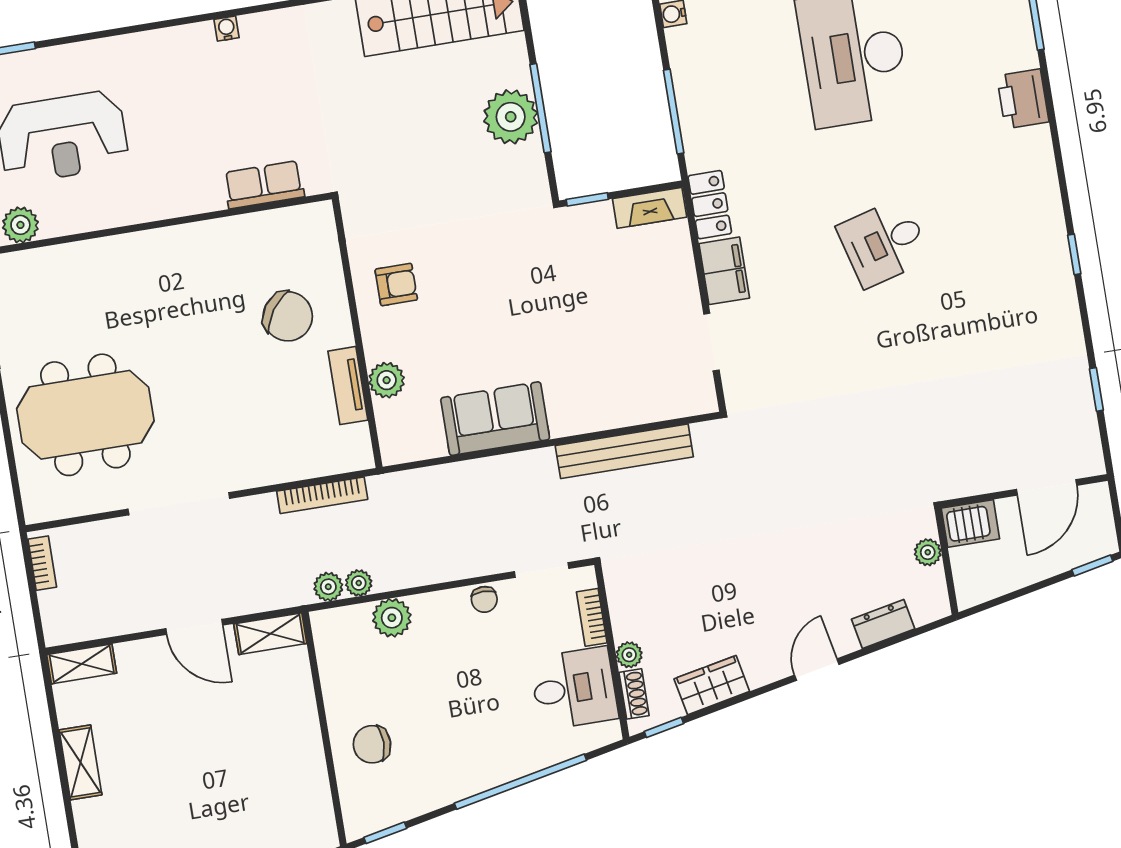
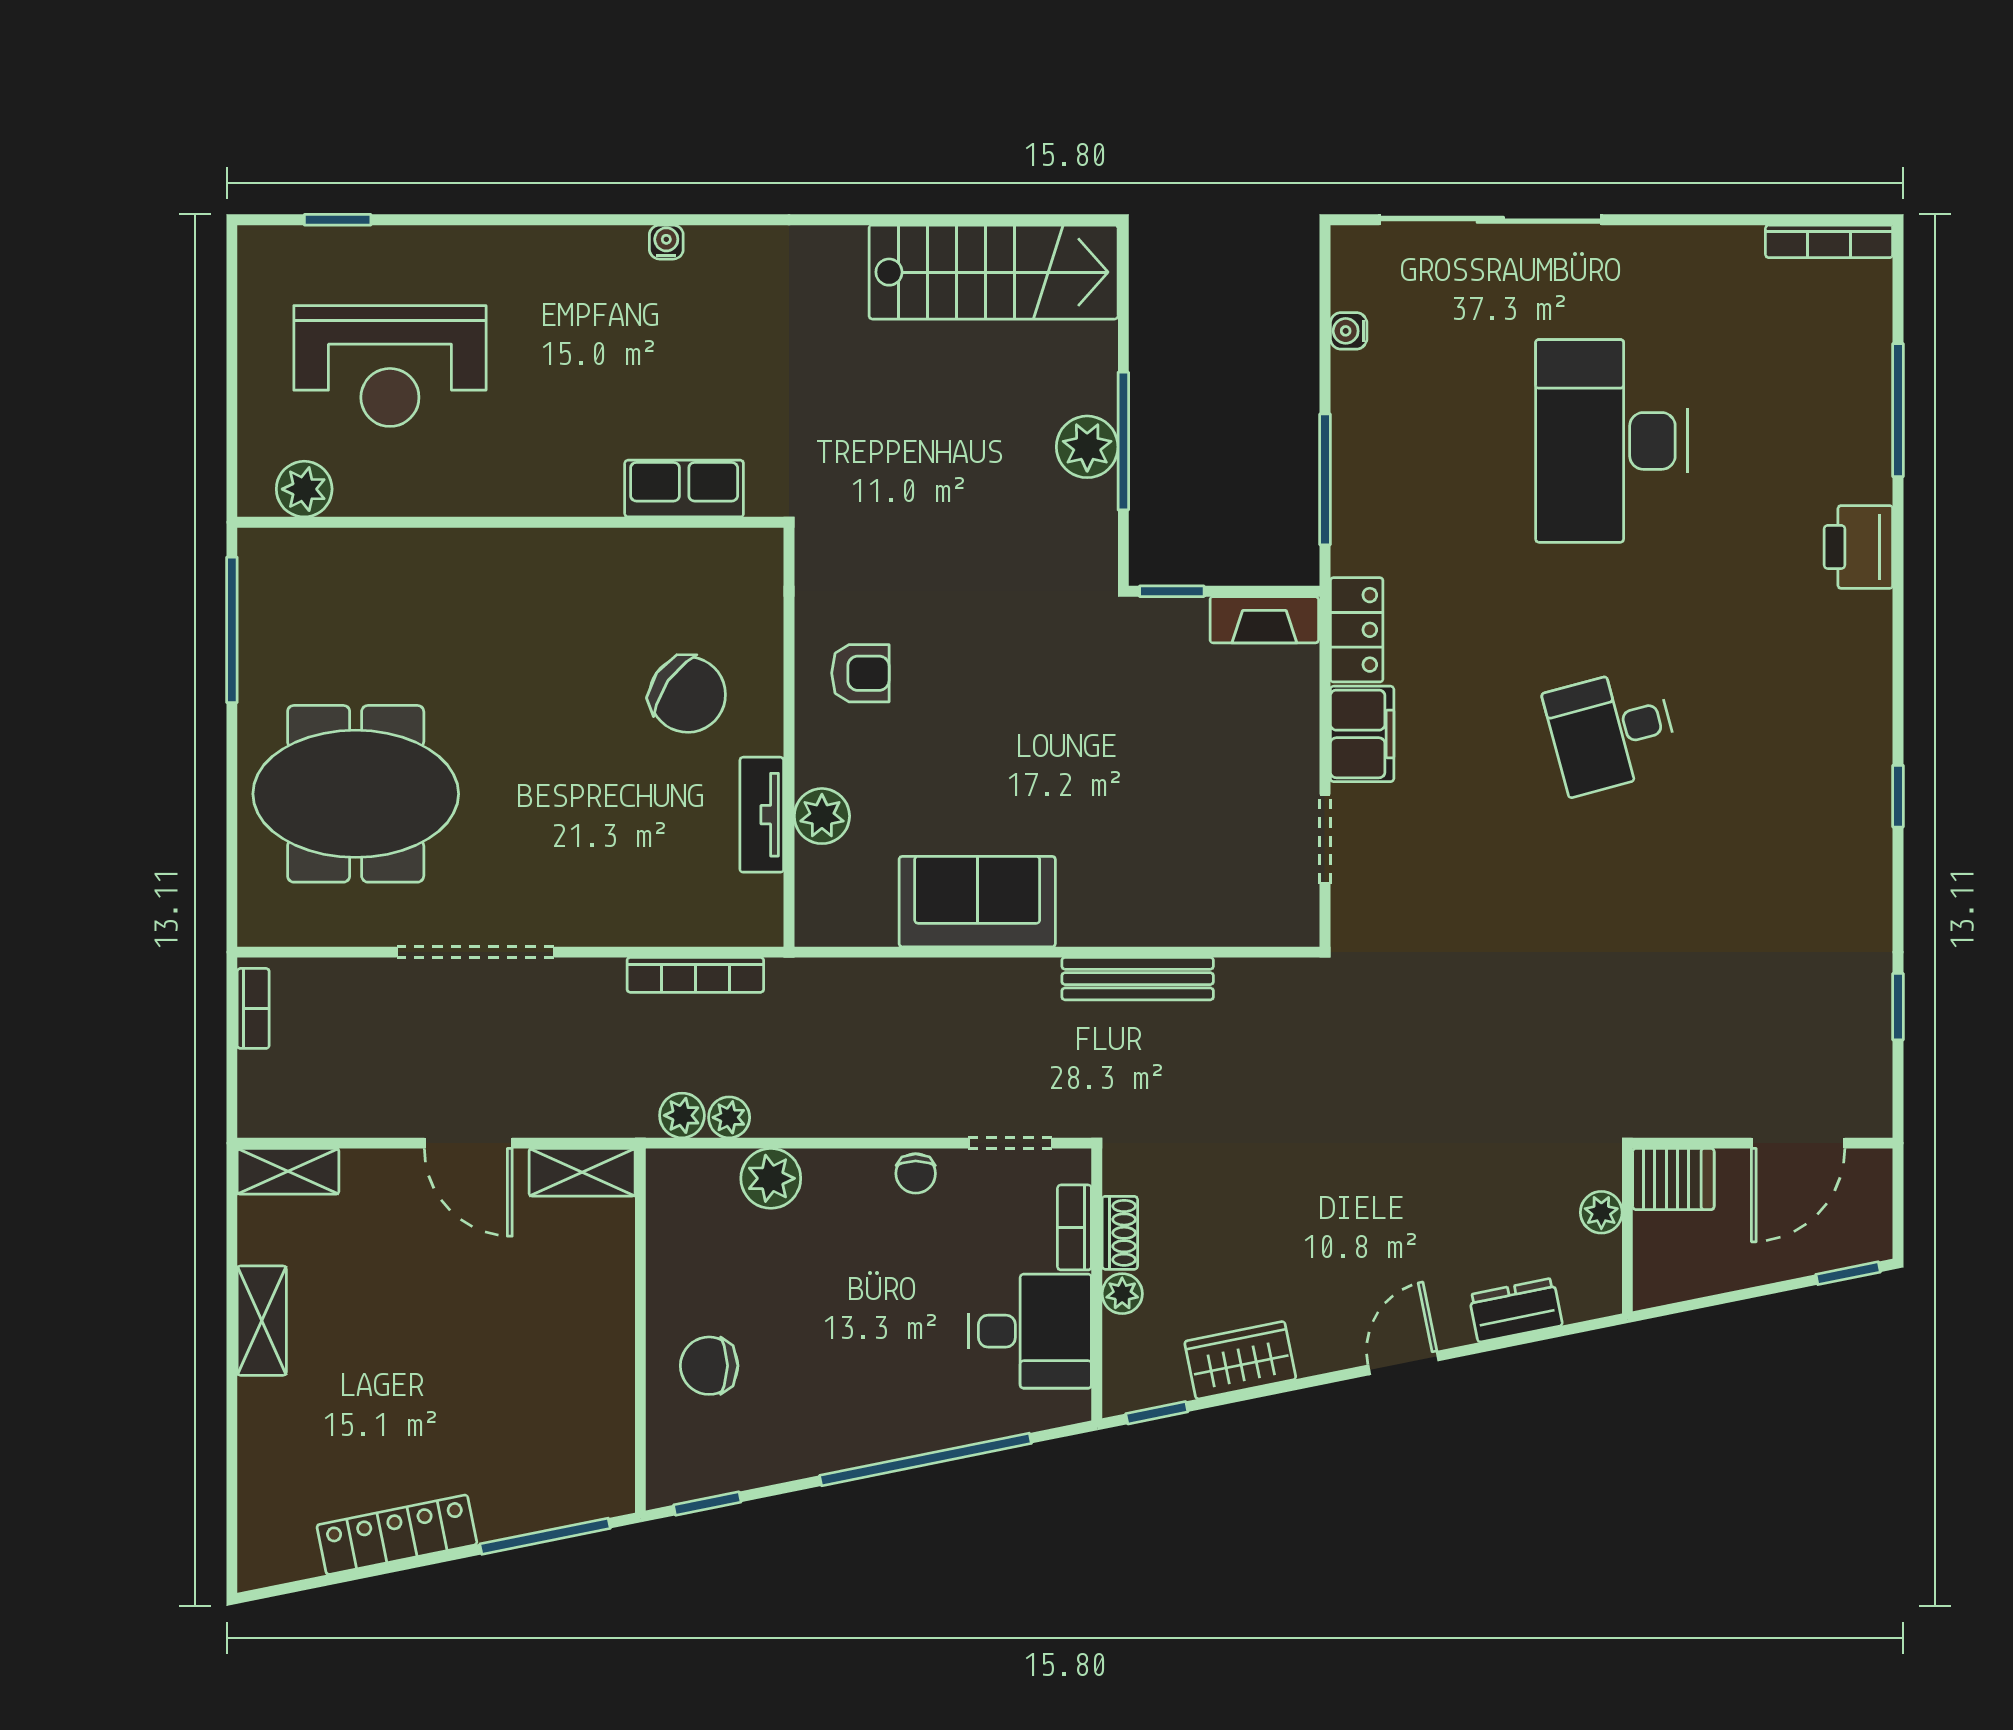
plant: (511, 117) -> (1087, 447), width x0.73, depth x0.73
bench: (624, 451) -> (1138, 979), width x0.73, depth x0.82
shoe rack: (634, 694) -> (1120, 1233), moved

